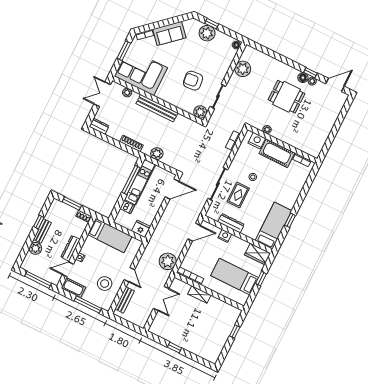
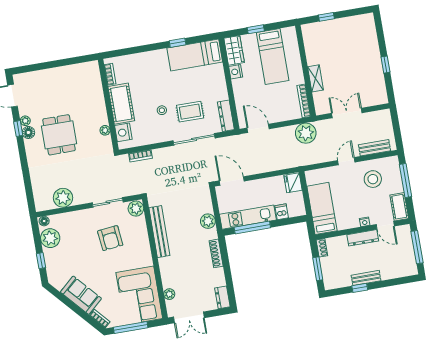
plant: (207, 33) -> (50, 238), moved
window: (124, 51) -> (131, 327), width x1.44
bench: (157, 108) -> (159, 232), moved
dresser: (231, 223) -> (226, 116), moved
nightstand: (225, 236) -> (236, 72), moved
plant: (35, 248) -> (388, 272), removed

